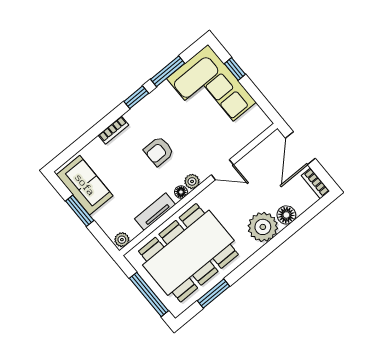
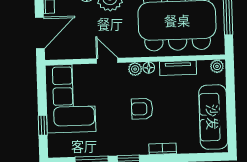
corner sofa: (211, 90) -> (70, 98), moved
armchair: (159, 151) -> (142, 109), turned 180
sofa: (85, 185) -> (213, 117), width x1.36
window: (80, 211) -> (231, 110), removed

